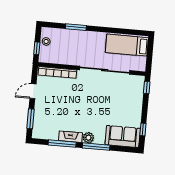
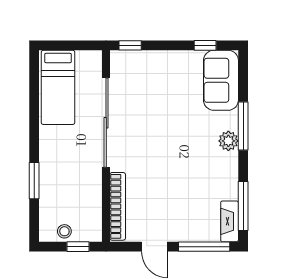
window: (31, 119) -> (204, 247), width x1.44
fireplace: (71, 137) -> (230, 221), moved
window: (62, 144) -> (243, 206), moved

